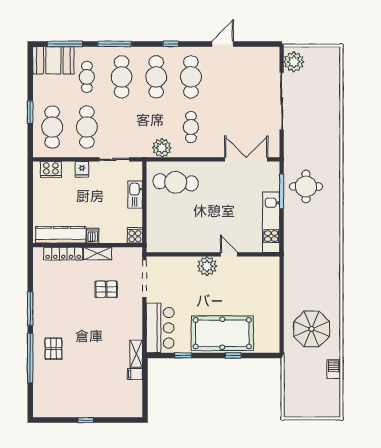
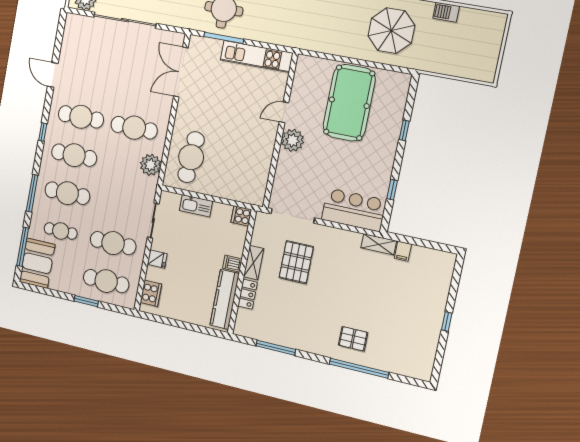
cafe table: (191, 127) -> (134, 128), width x1.37, depth x1.35
locker: (63, 254) -> (248, 294), width x0.66
pallet: (106, 289) -> (296, 262), width x1.50, depth x1.42
window: (30, 309) -> (276, 348), moved
pool table: (222, 333) -> (349, 103), moved

